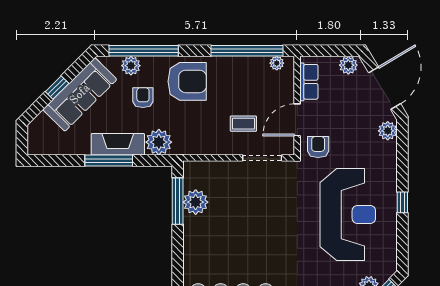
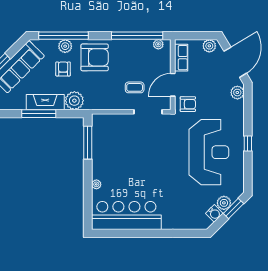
plant: (131, 66) -> (65, 46), moved
armchair: (318, 147) -> (188, 104), turned 90
plant: (196, 202) -> (96, 184), moved, width x0.53, depth x0.53

